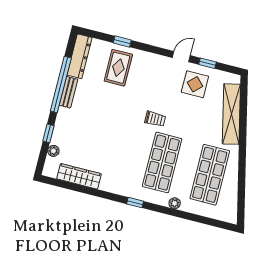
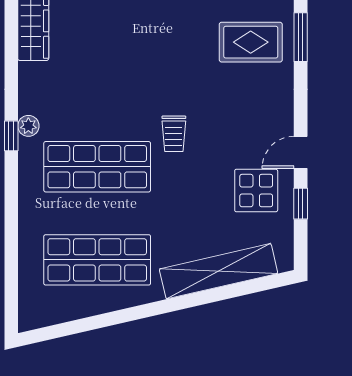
window: (122, 41) -> (301, 37), width x1.50
door: (181, 57) -> (301, 152), swing flipped
plant: (175, 203) -> (28, 126), moved

